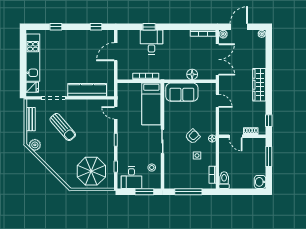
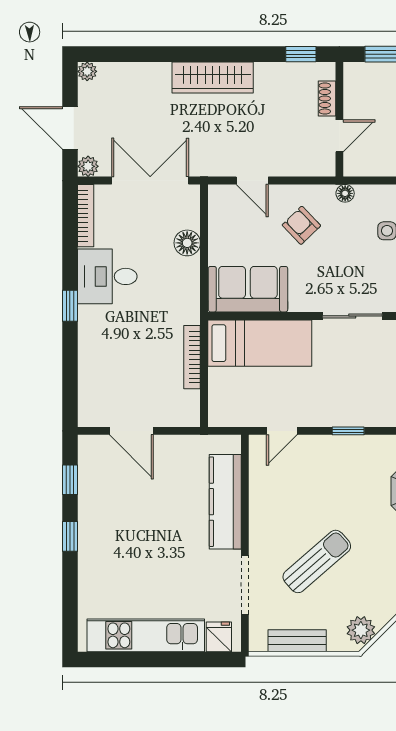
window: (56, 27) -> (70, 536), moved
window: (149, 27) -> (70, 306), moved
desk: (152, 42) -> (107, 276), moved
sofa: (182, 92) -> (248, 289), moved, turned -90
door: (217, 101) -> (252, 181), swing flipped
armchair: (193, 136) -> (301, 225), moved

